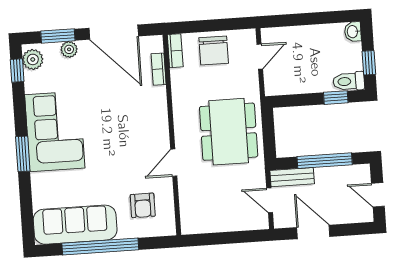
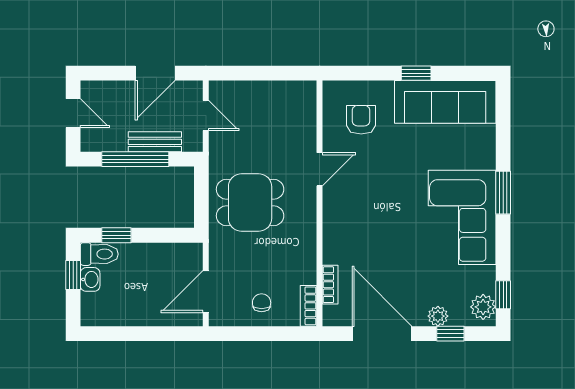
washbasin: (353, 32) -> (90, 279), moved
window: (58, 36) -> (450, 334), width x0.67
chair: (214, 51) -> (262, 303), width x0.54, depth x0.54
door: (260, 57) -> (206, 292), width x1.38
dining table: (229, 132) -> (250, 202), width x0.73
bench: (292, 177) -> (155, 142), moved
door: (313, 232) -> (155, 73), hinge flipped
window: (100, 246) -> (416, 73), width x0.32

